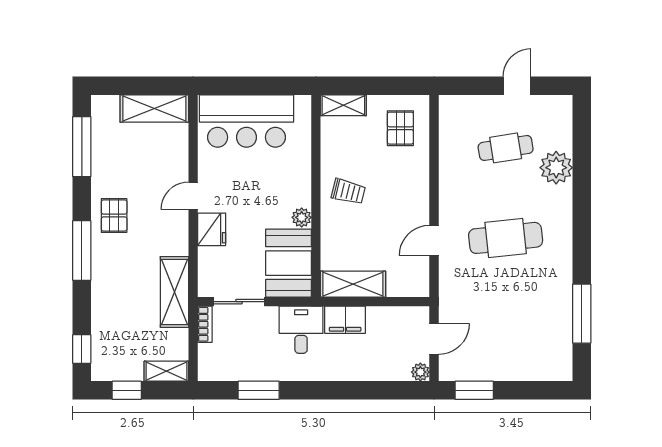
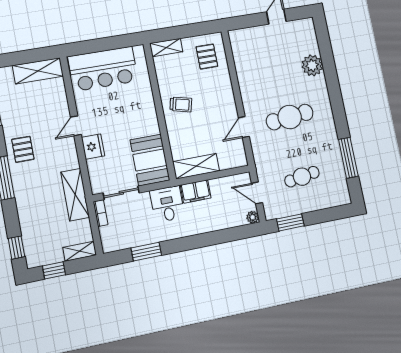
cafe table: (506, 148) -> (302, 177), moved
plant: (302, 217) -> (153, 127), removed
door: (434, 339) -> (257, 193), swing flipped

